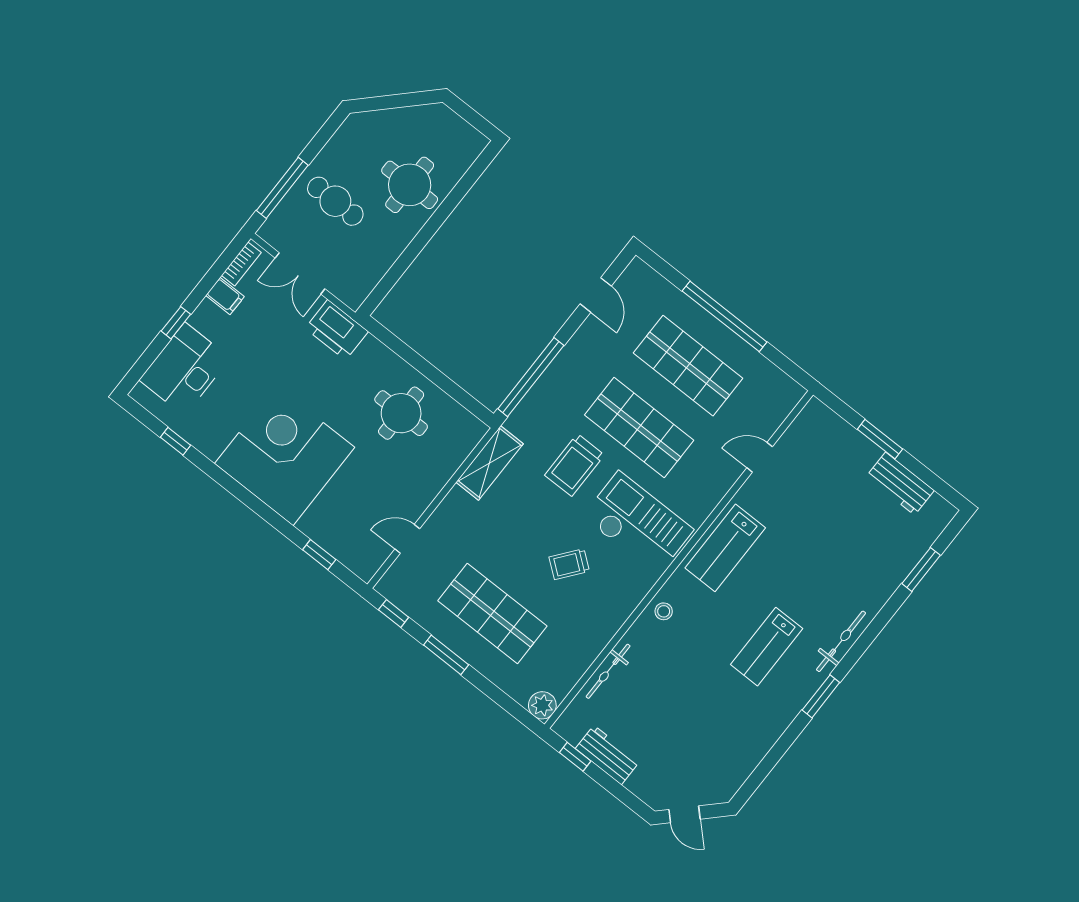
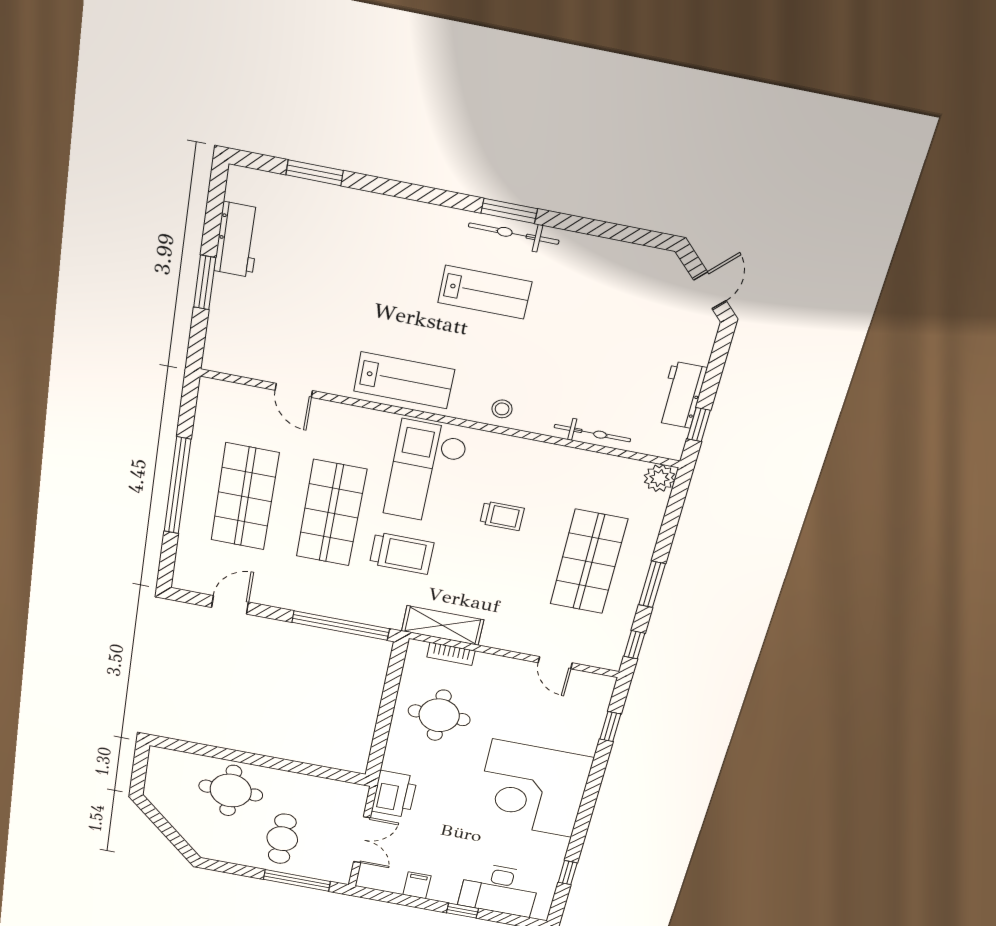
bookcase: (241, 264) -> (451, 654), moved, turned 180
trolley: (569, 564) -> (502, 516), turned -38
bicycle: (841, 641) -> (514, 234), moved

